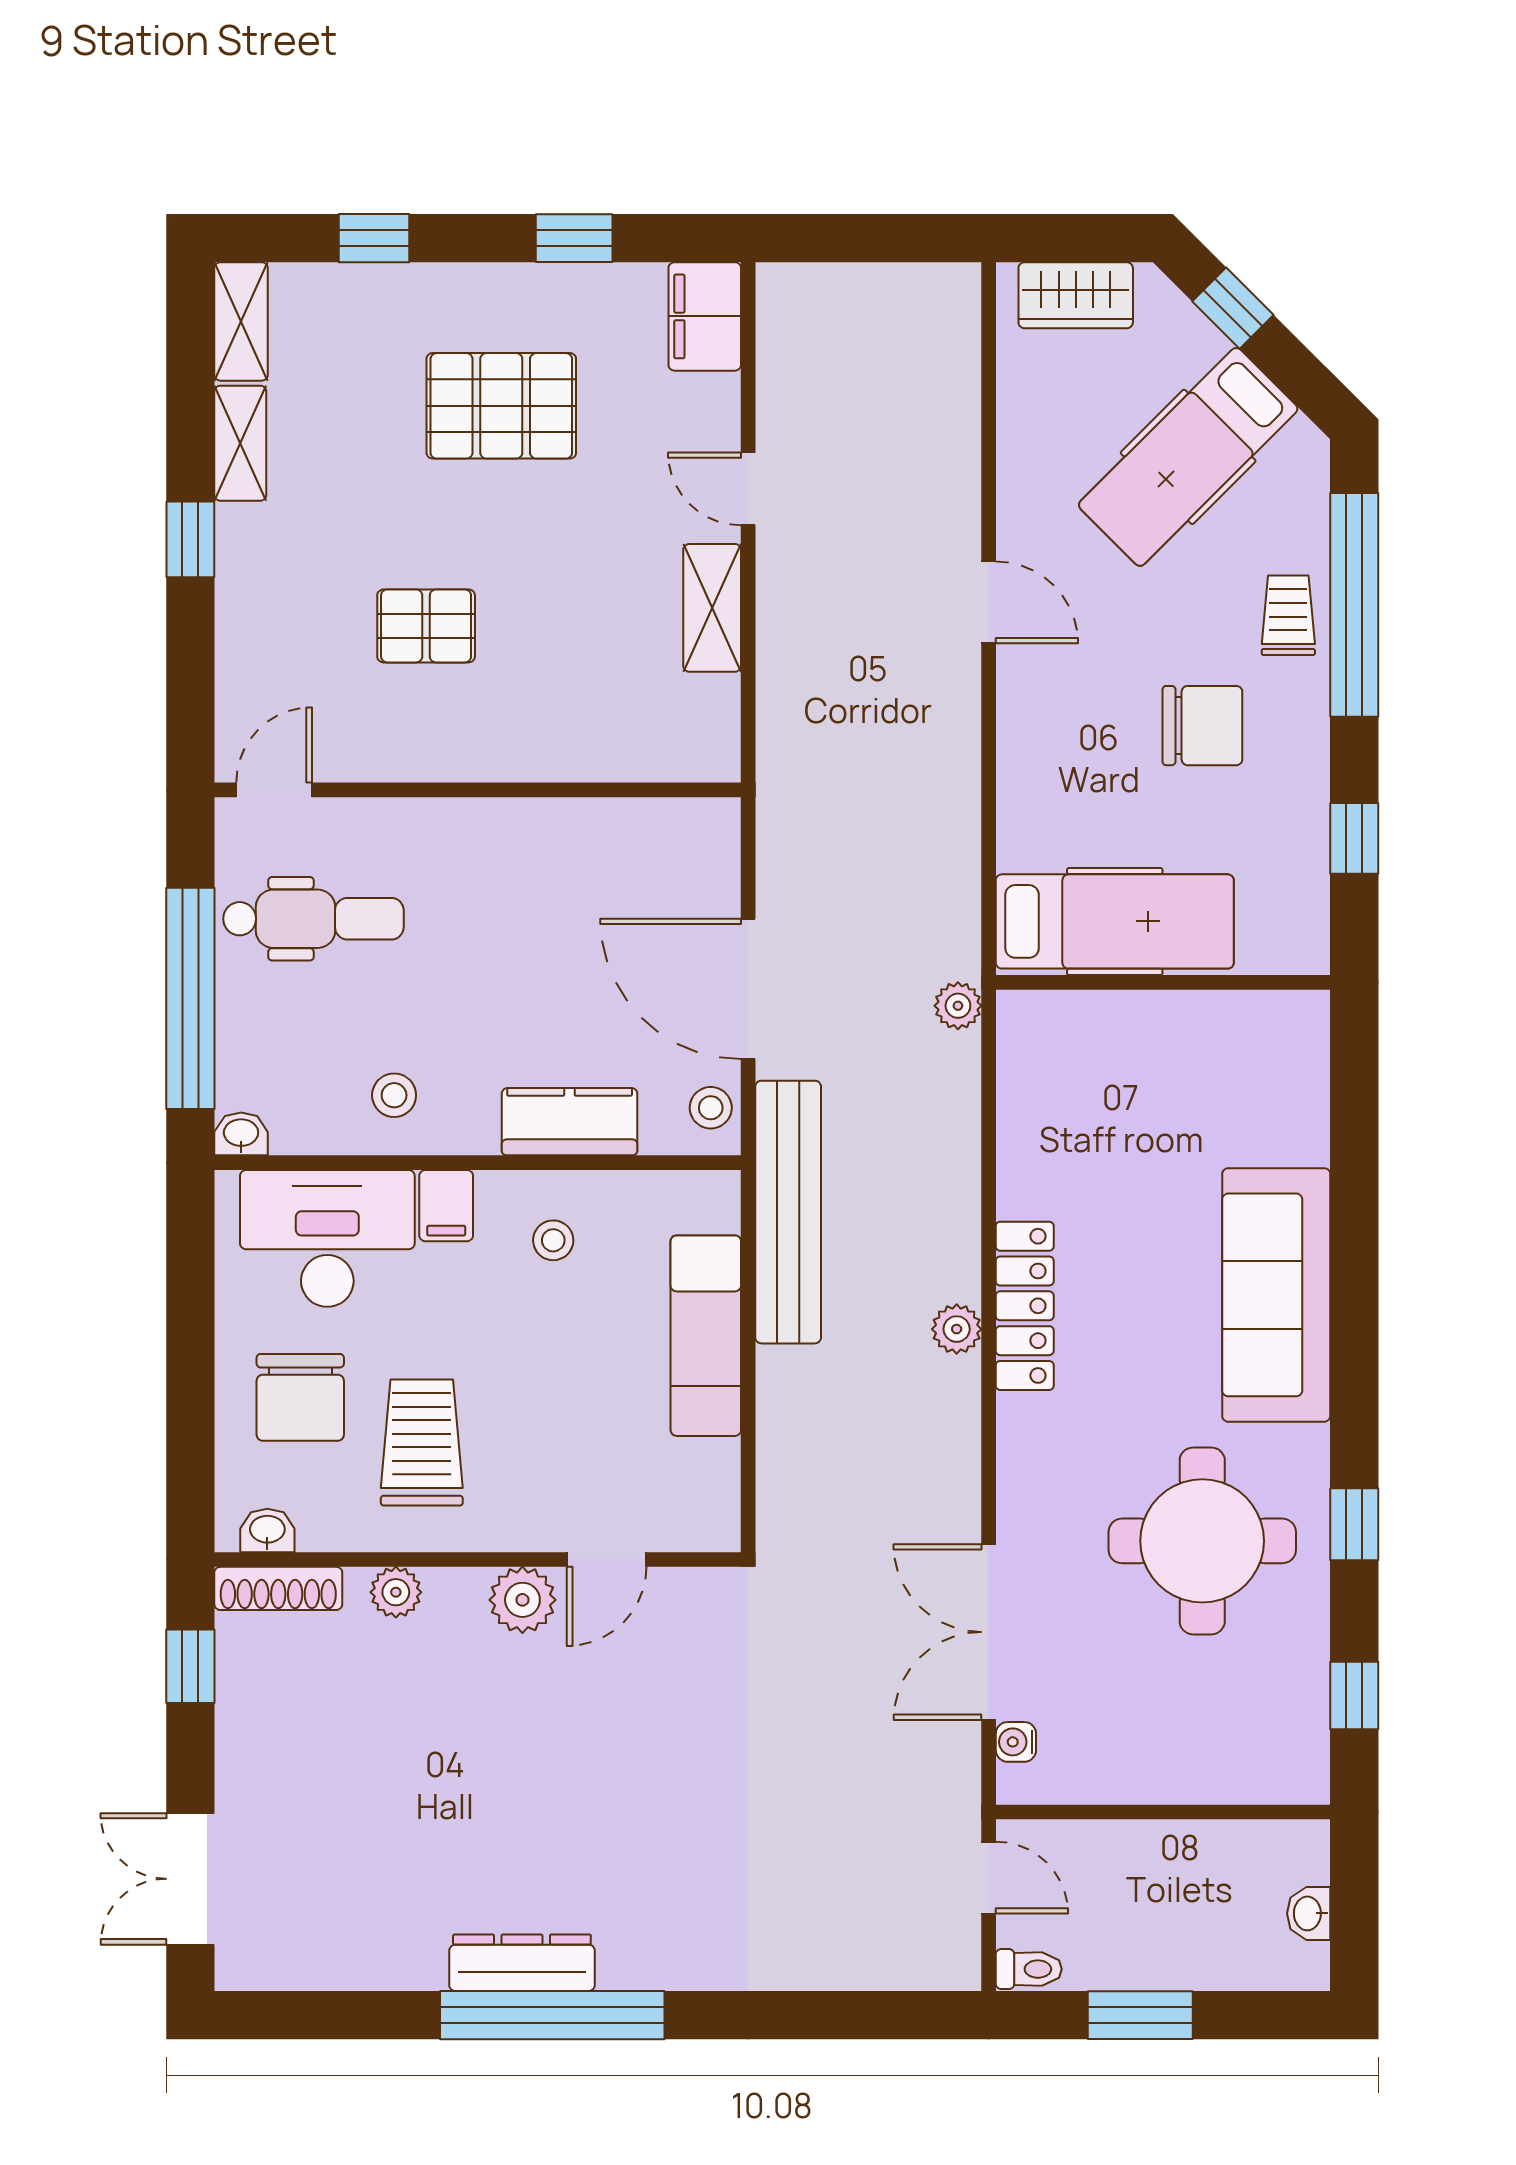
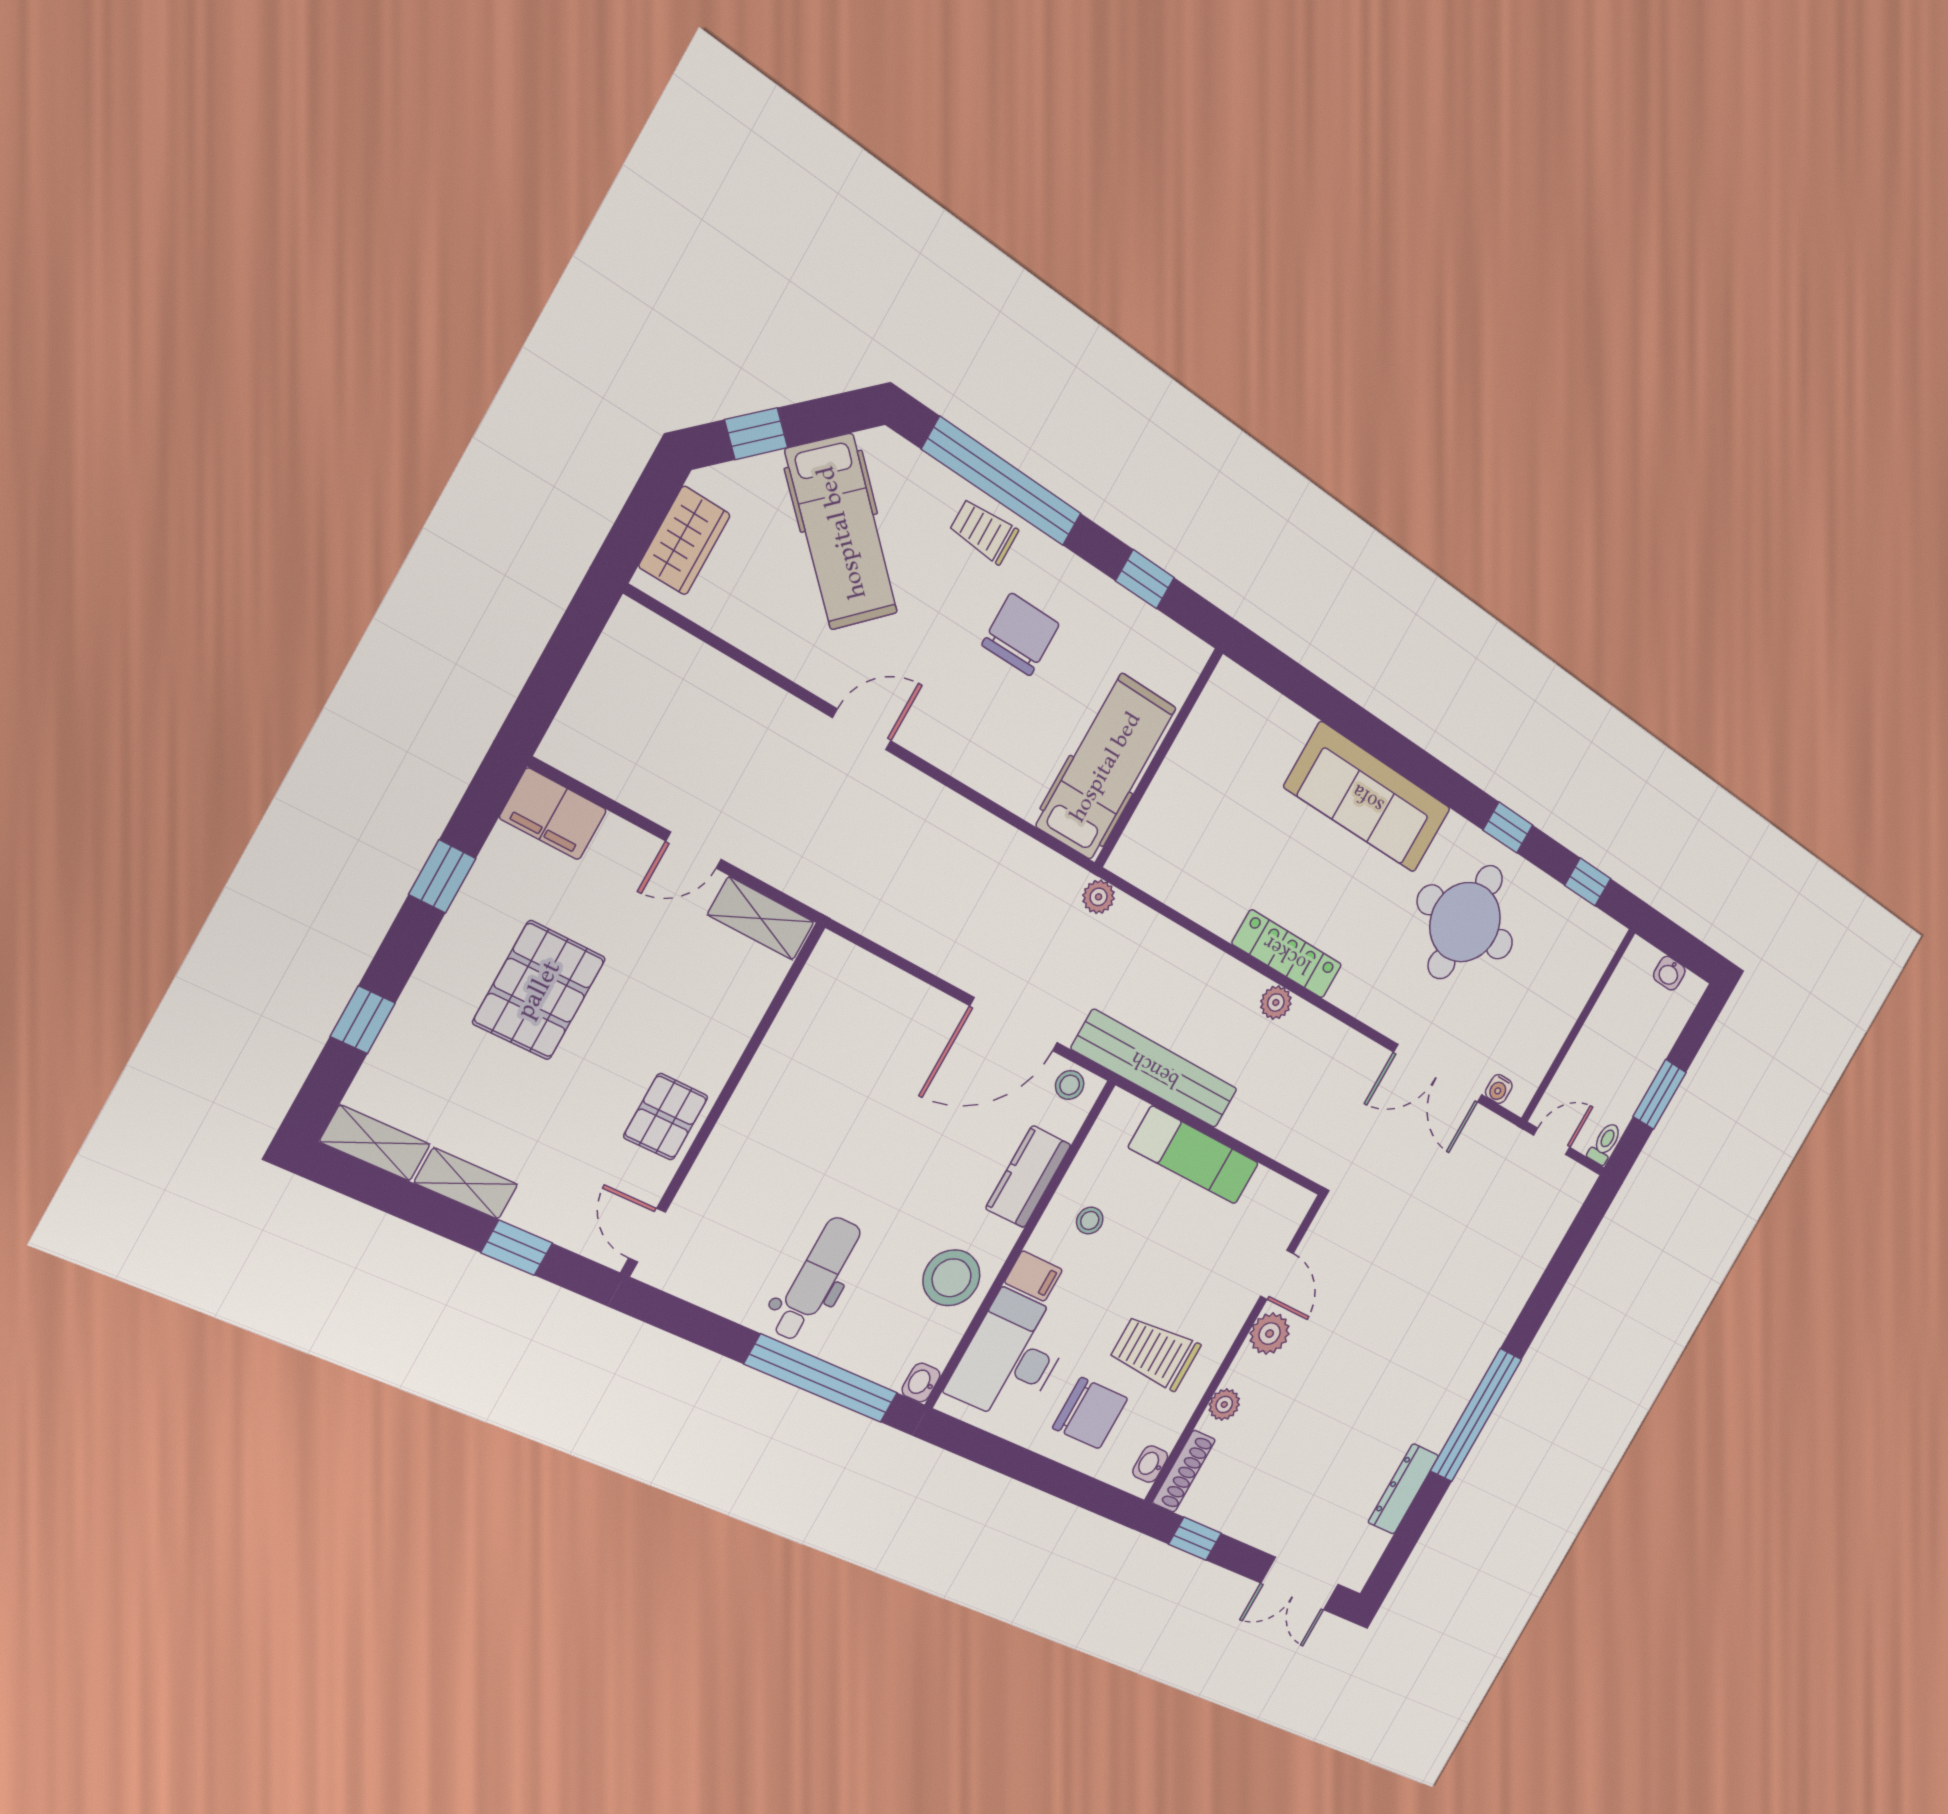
door: (274, 790) -> (647, 1235), moved
wall: (478, 790) -> (723, 1100), moved
stool: (394, 1095) -> (951, 1278), width x1.89, depth x1.89
dresser: (522, 1963) -> (1403, 1489), moved

